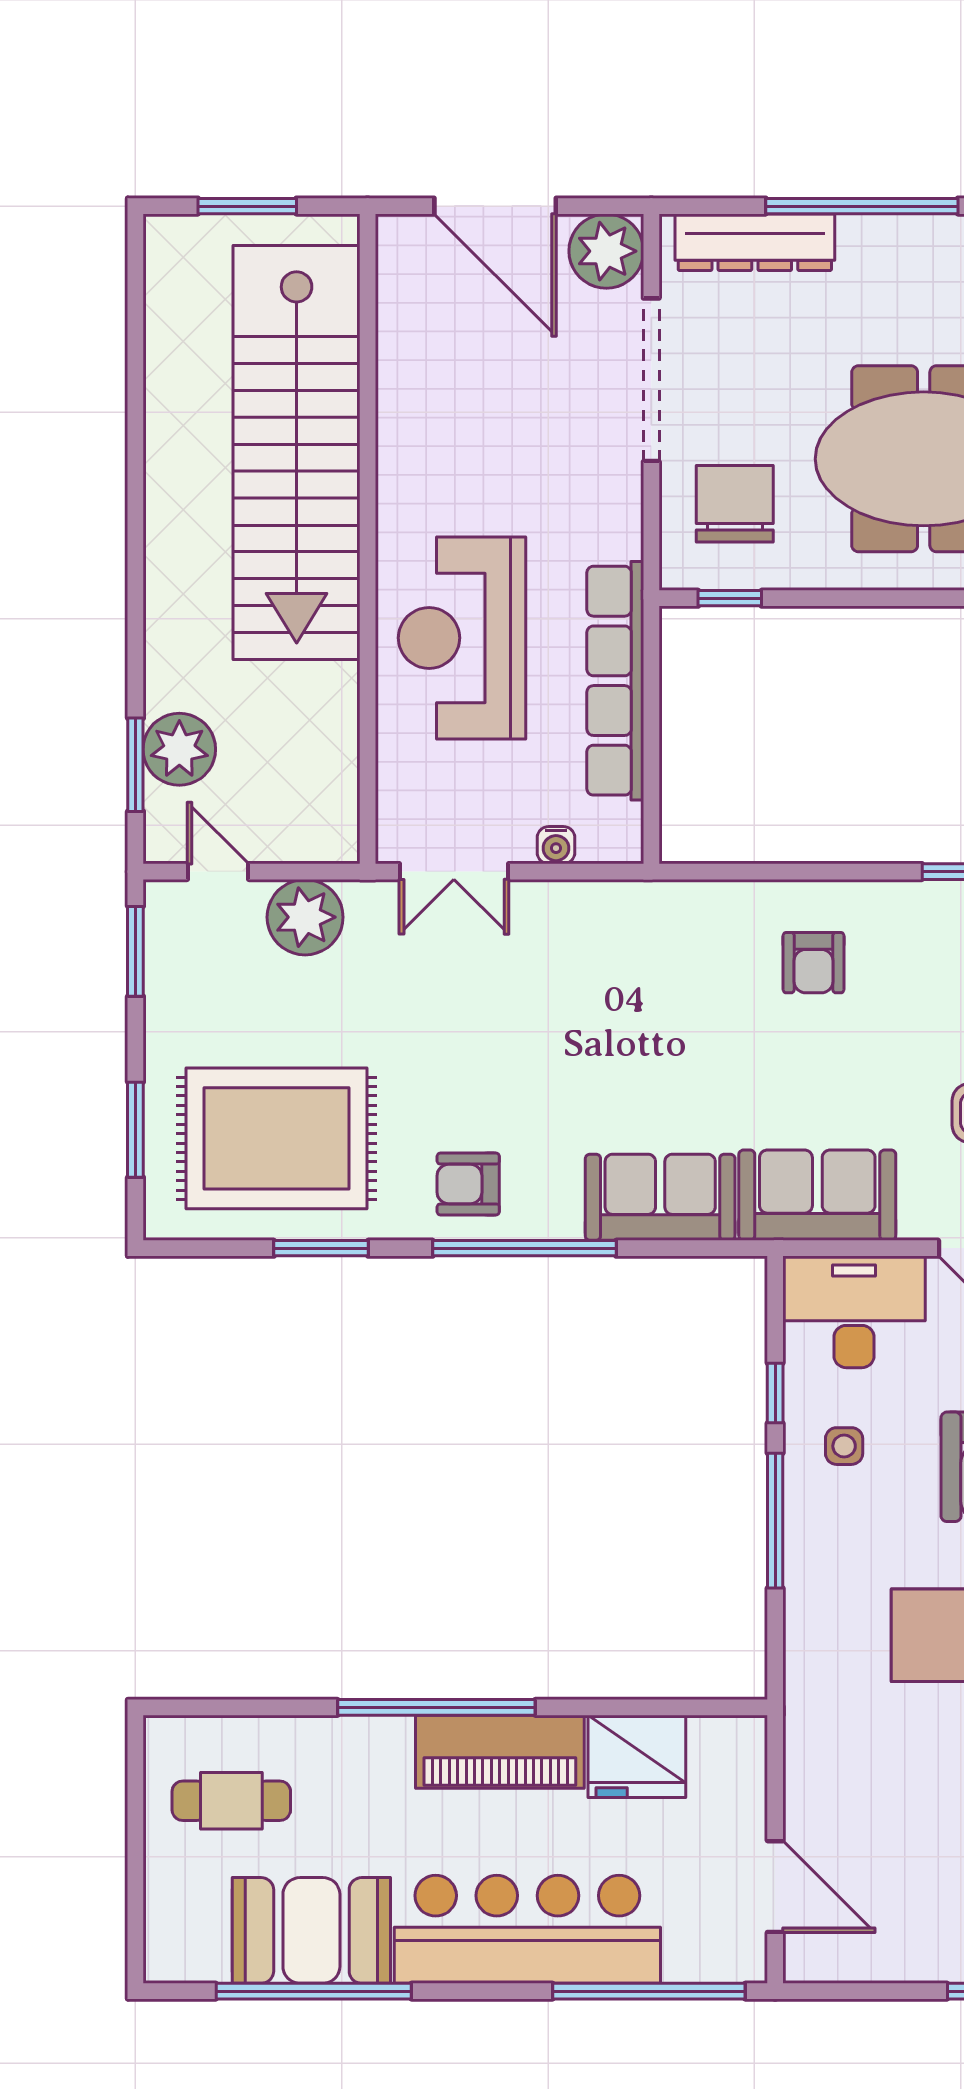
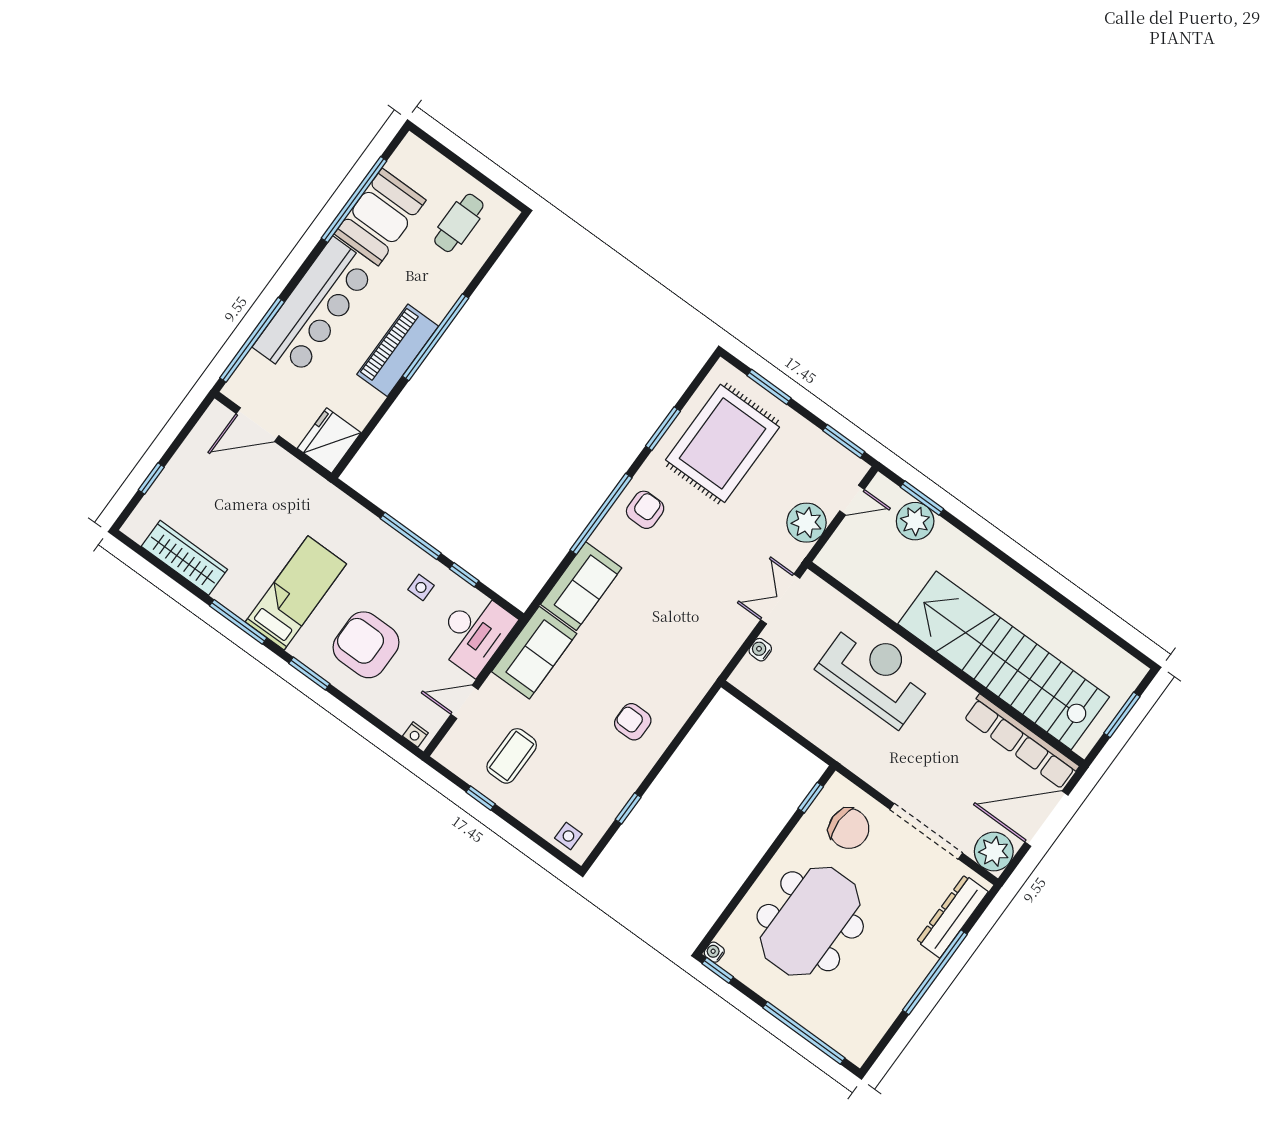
row of seats: (615, 681) -> (1021, 742), moved, turned 180
fridge: (637, 1756) -> (329, 441), moved

